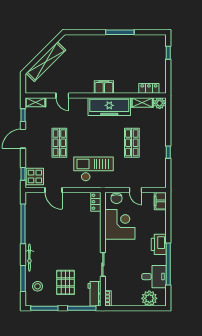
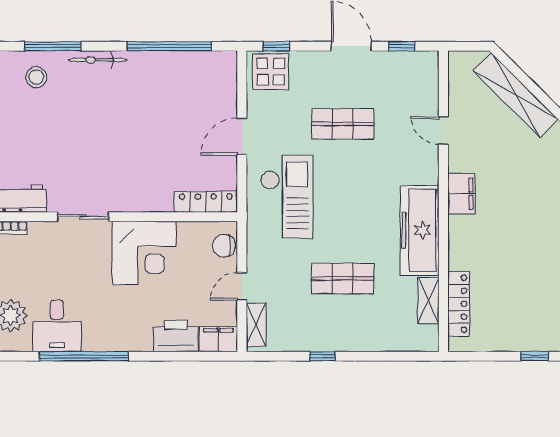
filing cabinet: (104, 87) -> (461, 194), moved
locker: (149, 88) -> (459, 304), width x1.53
door: (62, 96) -> (443, 130), hinge flipped
shelving: (35, 102) -> (256, 325), moved
plant: (160, 103) -> (427, 338), removed
door: (54, 190) -> (242, 136), moved
locker: (96, 202) -> (206, 202), width x1.53
corner desk: (120, 224) -> (144, 253), moved
printer: (159, 244) -> (176, 336), moved
pallet: (66, 282) -> (44, 137), removed

